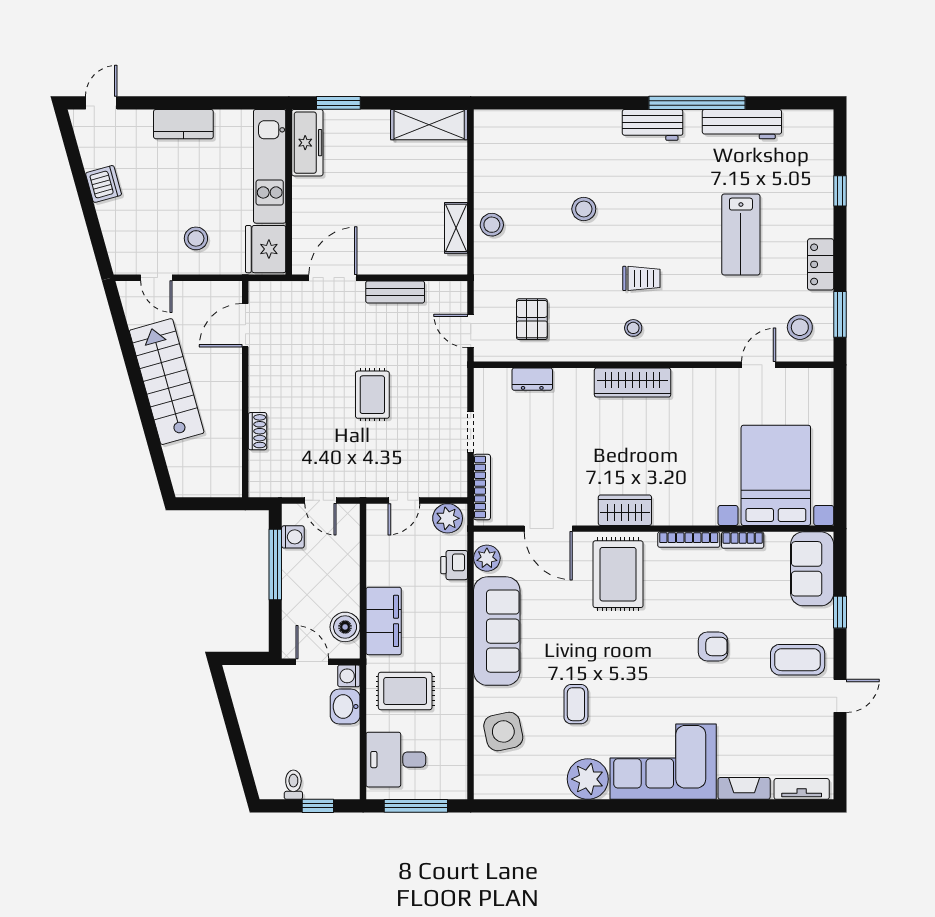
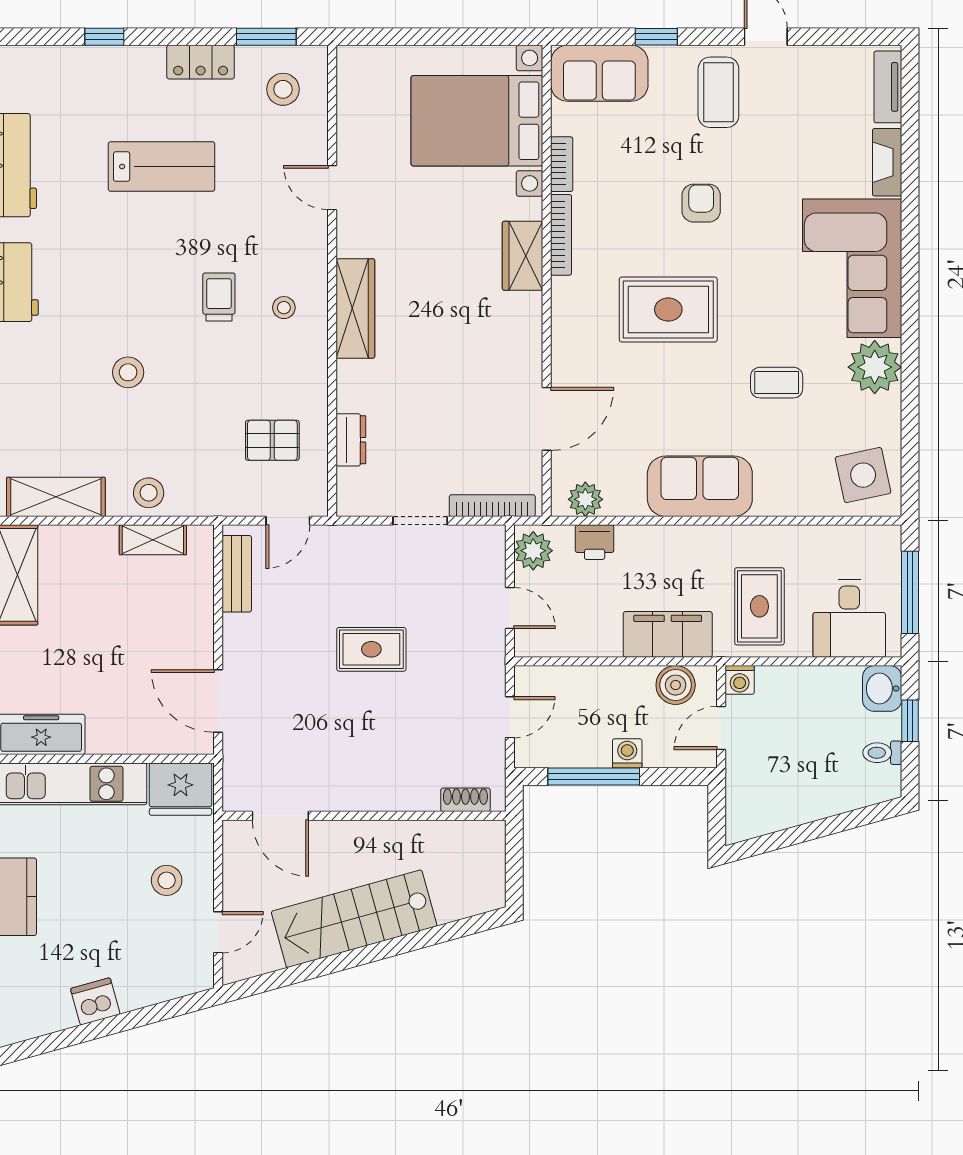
shelving: (489, 154) -> (56, 497), added
bench: (395, 292) -> (237, 574), moved
door: (759, 365) -> (332, 188), moved
shoe rack: (257, 431) -> (465, 800), moved
wardrobe: (625, 510) -> (523, 256), moved
washing machine: (293, 537) -> (627, 753), moved
rug: (618, 574) -> (668, 310), moved
sofa: (497, 631) -> (700, 486), width x0.73
washbasin: (345, 707) -> (882, 688), moved, turned 90
side table: (503, 731) -> (863, 475), moved

